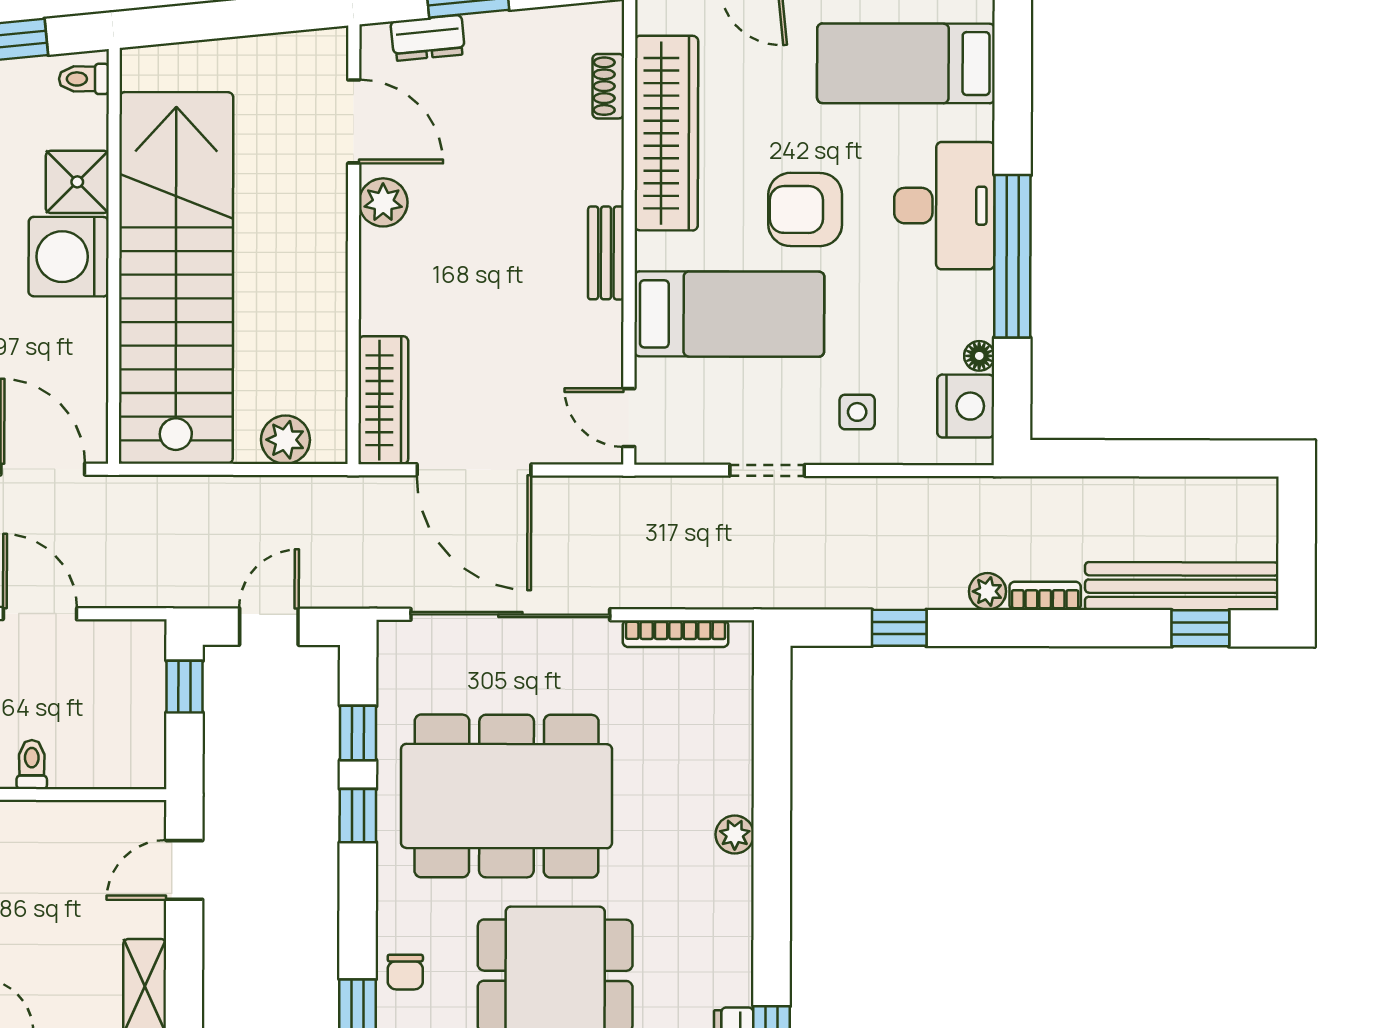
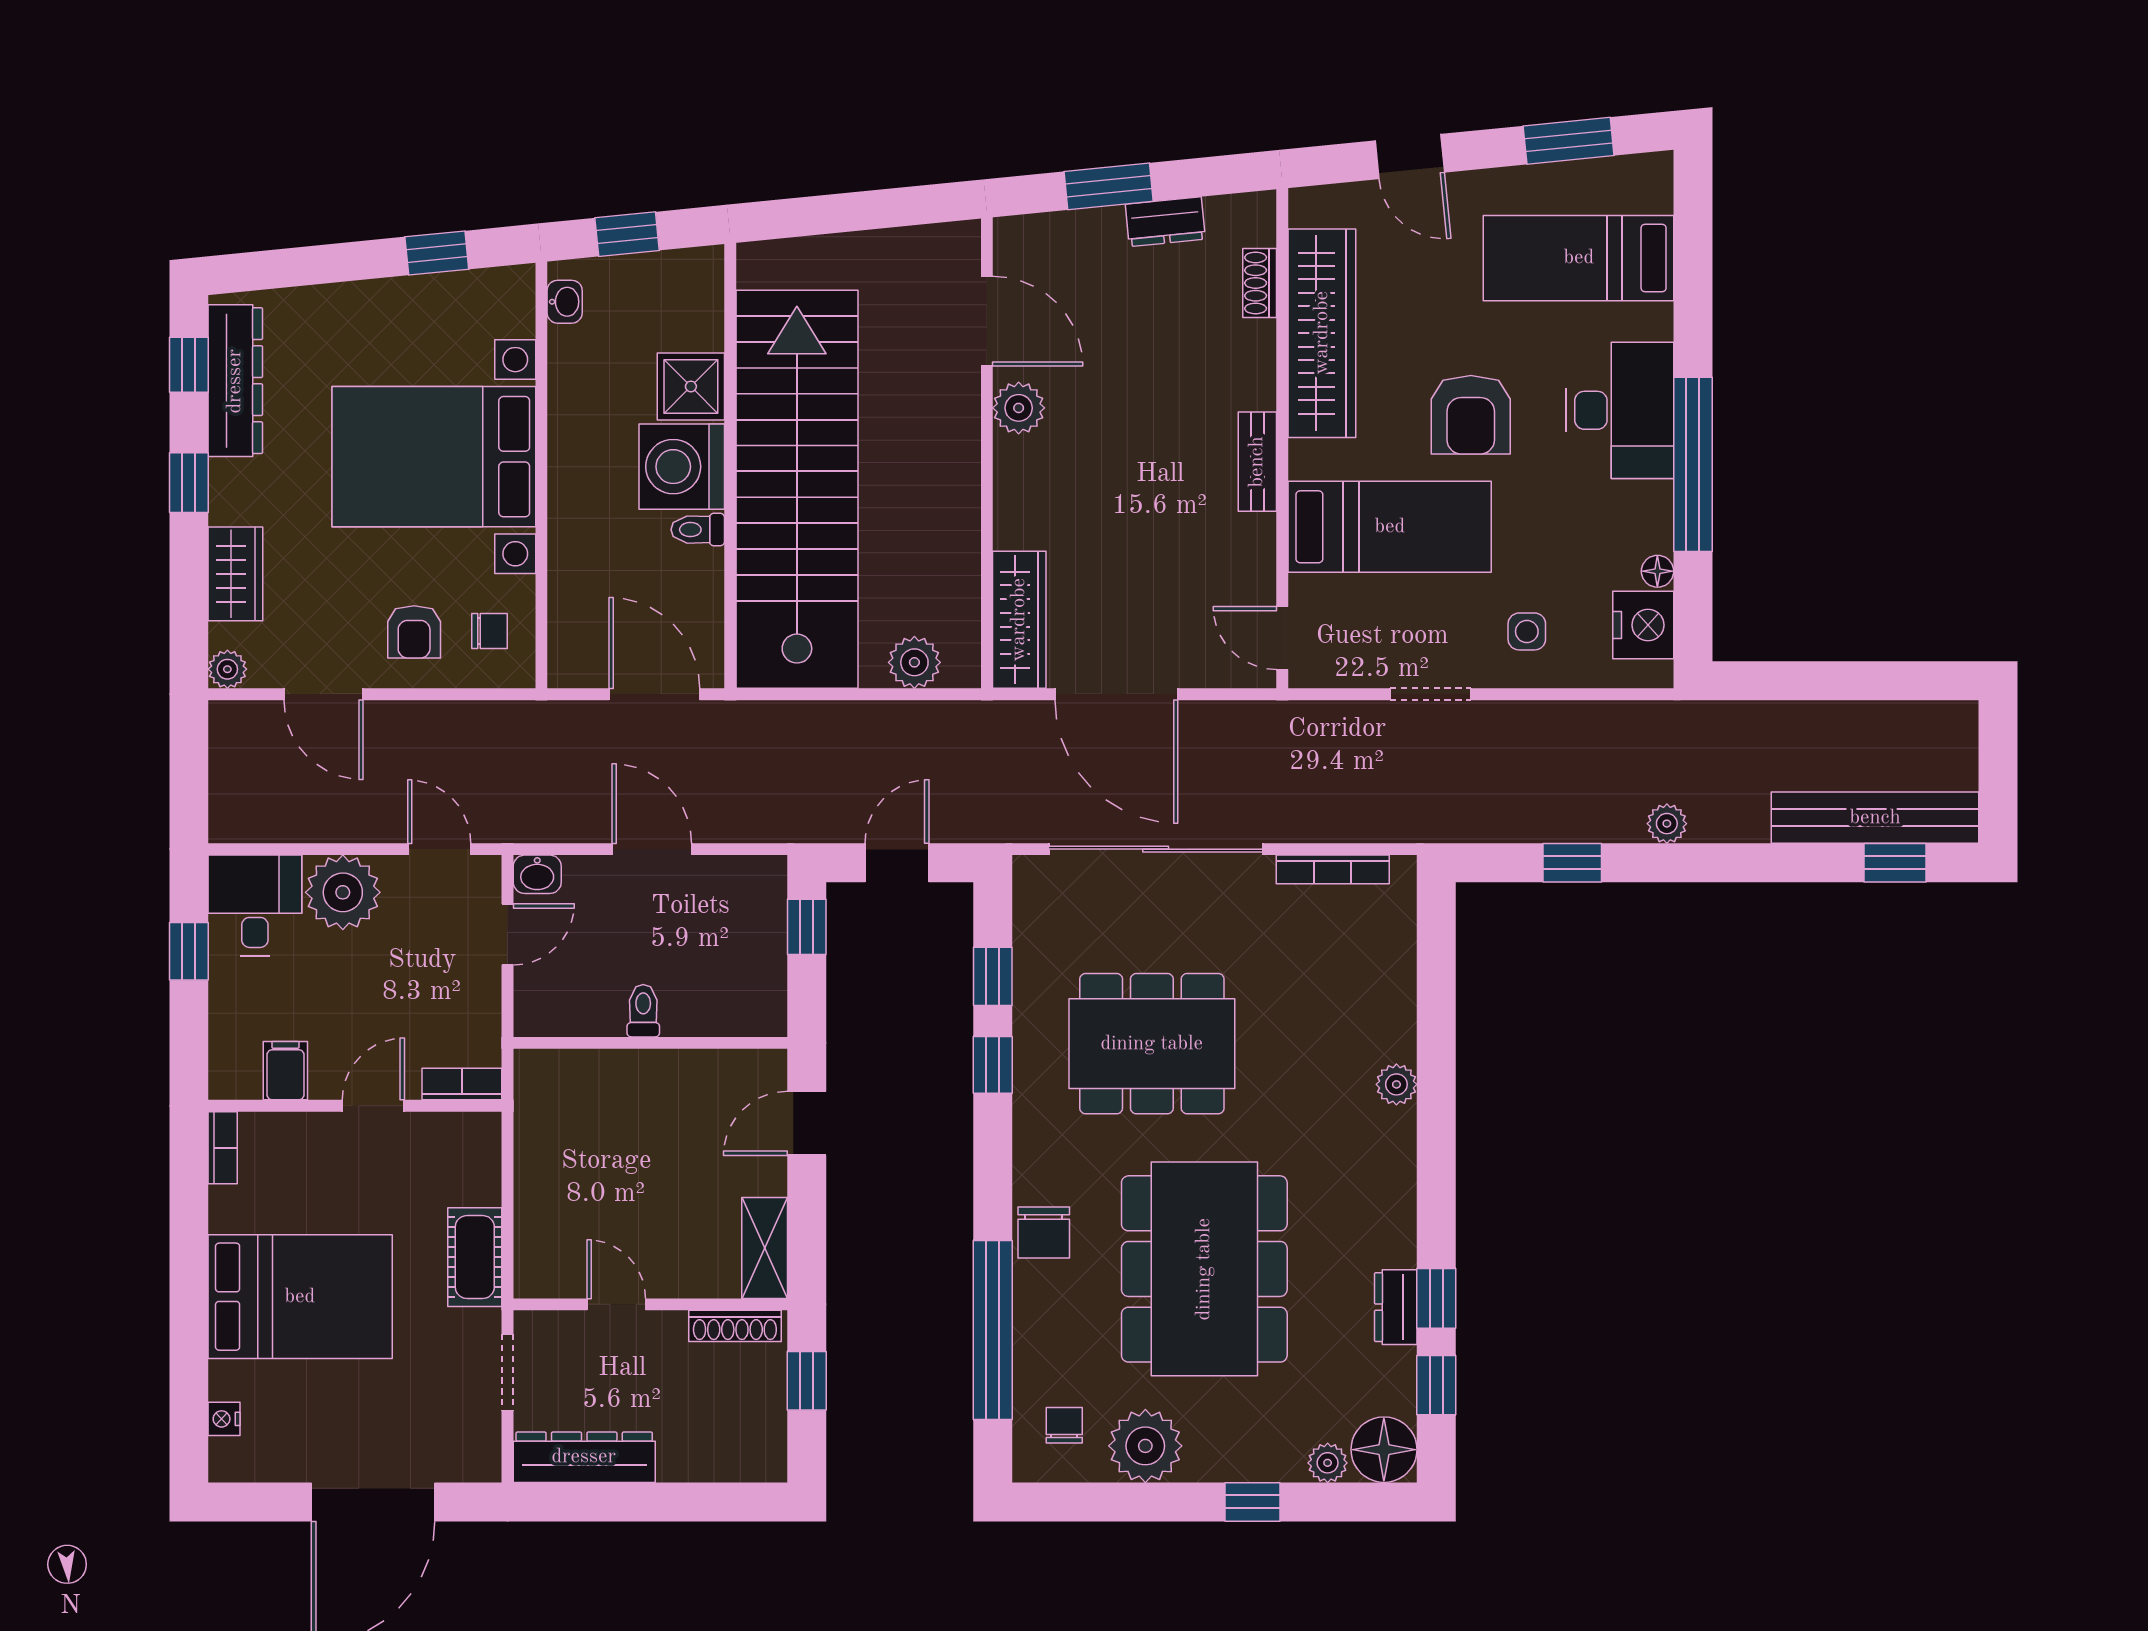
dresser: (428, 38) -> (1165, 222), moved
toilet: (84, 79) -> (698, 530), moved
armchair: (805, 209) -> (1471, 415), turned -90
bookcase: (1045, 596) -> (1729, 828), removed
dining table: (506, 796) -> (1152, 1044), width x0.73, depth x0.80
chair: (405, 972) -> (1044, 1232), width x1.37, depth x1.37

